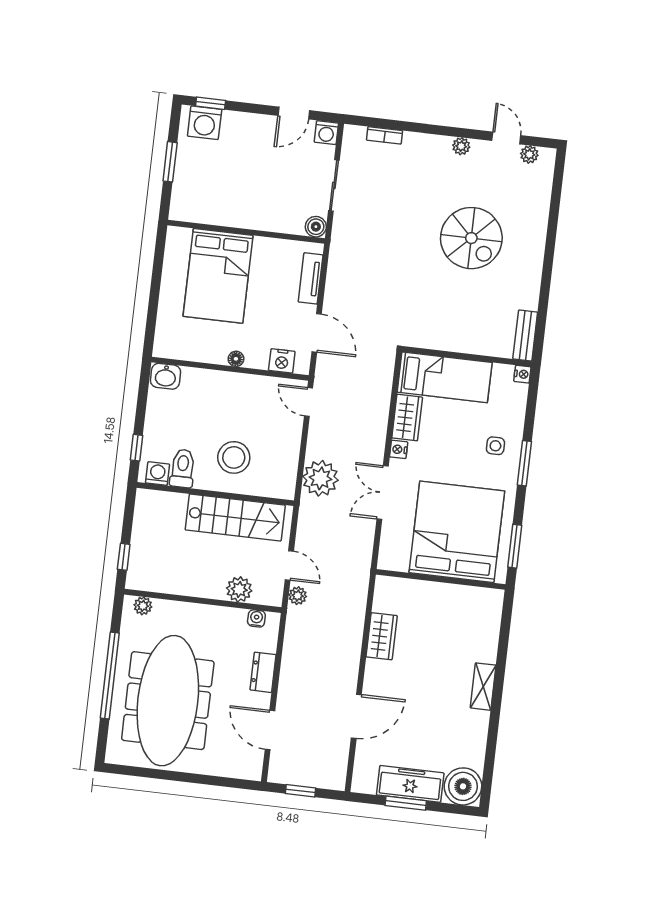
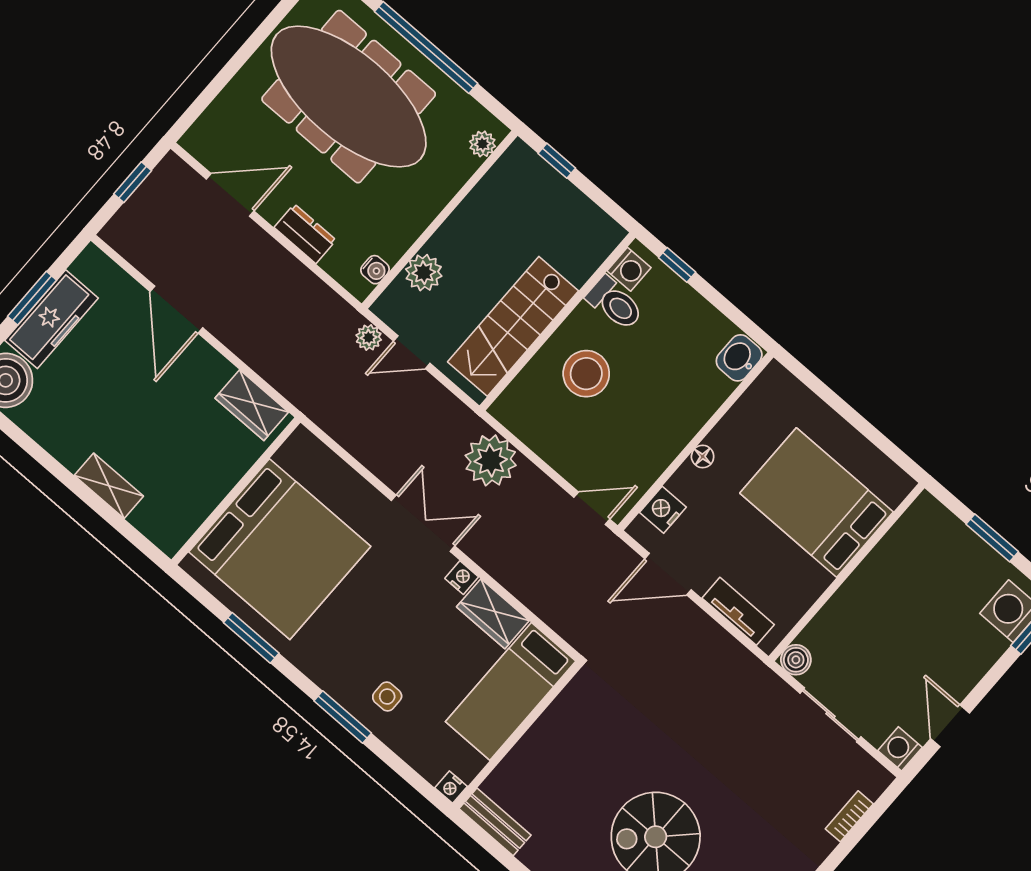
bed: (457, 532) -> (280, 549), moved
wall: (441, 579) -> (236, 491), moved

